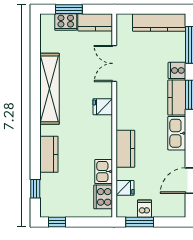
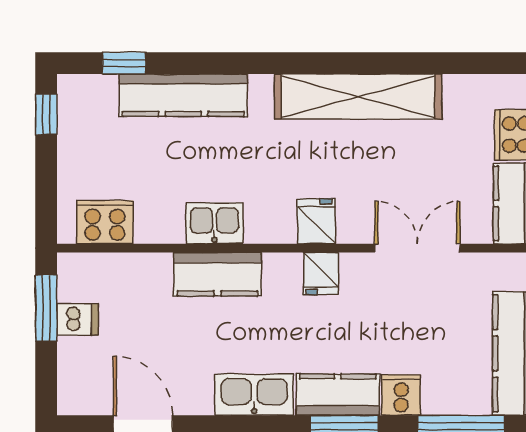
kitchen counter: (49, 154) -> (183, 95), width x1.50
kitchen sink: (104, 172) -> (214, 223), moved
fridge: (125, 188) -> (321, 273), moved

